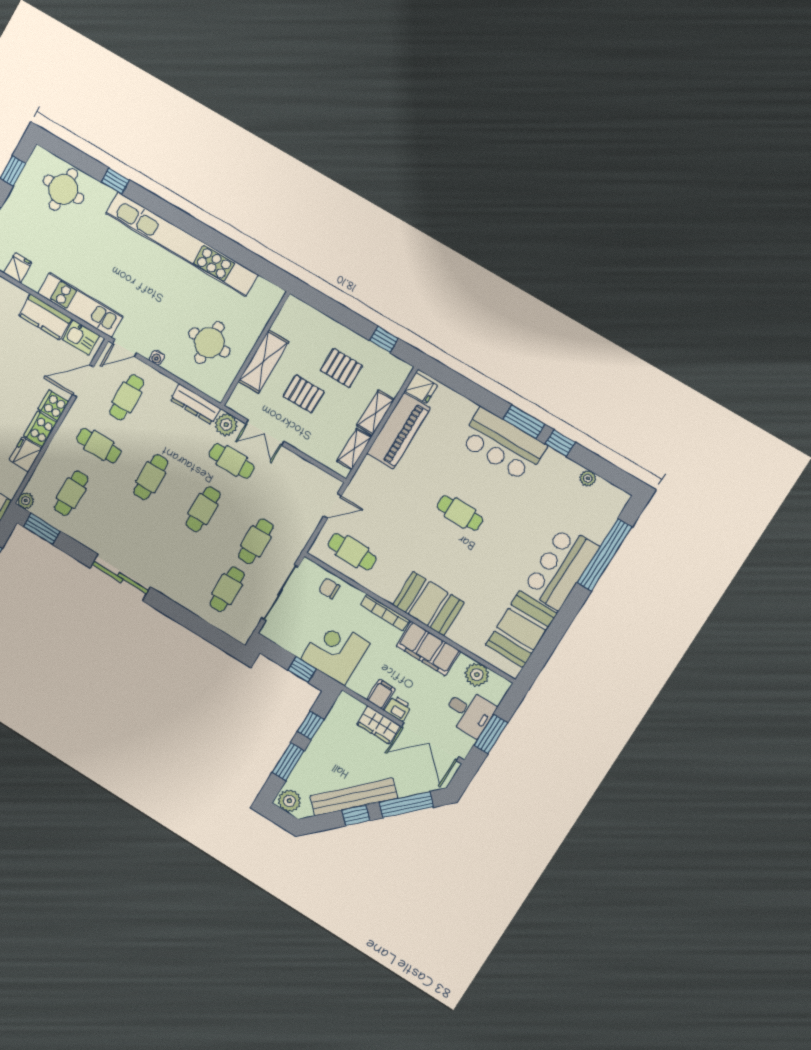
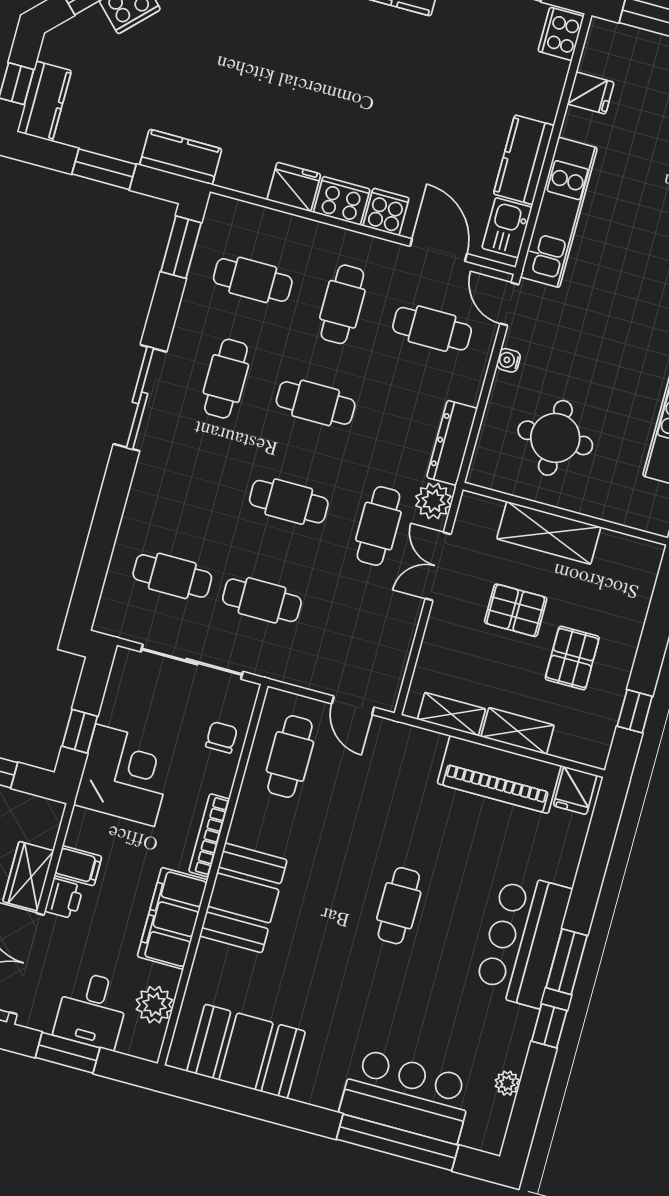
pallet: (304, 394) -> (516, 610), turned 90
plant: (26, 501) -> (219, 208), removed
cafe table: (123, 525) -> (226, 379), added
bar counter: (561, 568) -> (407, 1096), moved

